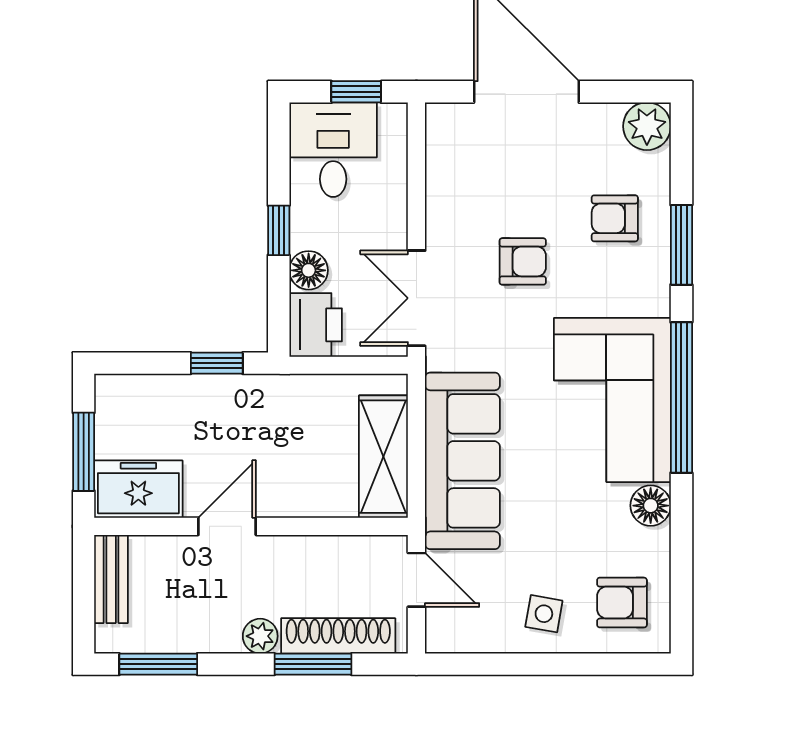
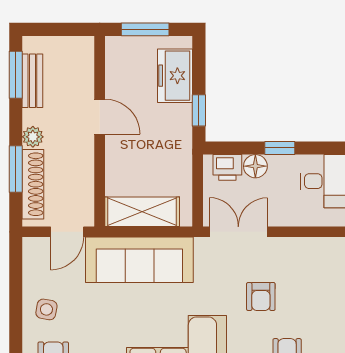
printer: (316, 325) -> (227, 167), width x0.73, depth x0.81
freezer: (138, 489) -> (175, 76), moved, turned 180
bench: (111, 579) -> (32, 81), moved, turned 90

